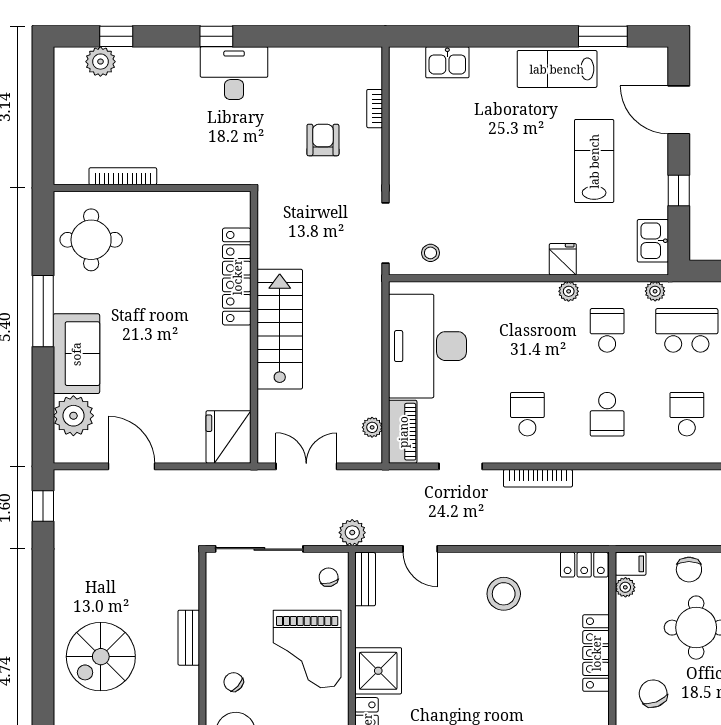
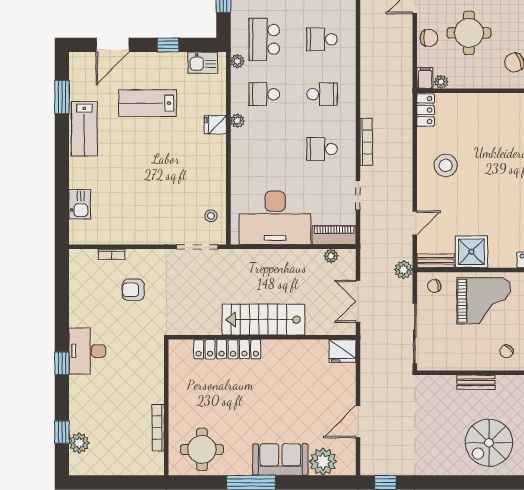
fridge: (229, 437) -> (342, 351), width x0.73, depth x0.75
locker: (596, 653) -> (486, 102), removed
spiral stairs: (101, 657) -> (489, 443), turned 90
shower: (378, 671) -> (471, 252), moved

